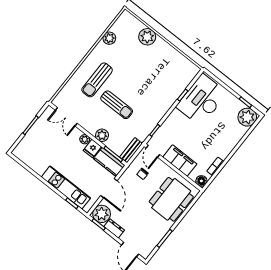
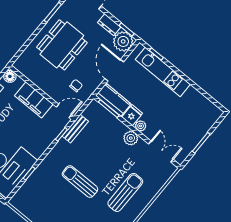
sun lounger: (117, 105) -> (80, 182), moved
plant: (102, 135) -> (131, 138), moved
bench: (131, 150) -> (75, 129), moved
door: (153, 151) -> (64, 111), hinge flipped
dining table: (171, 199) -> (62, 45), moved

